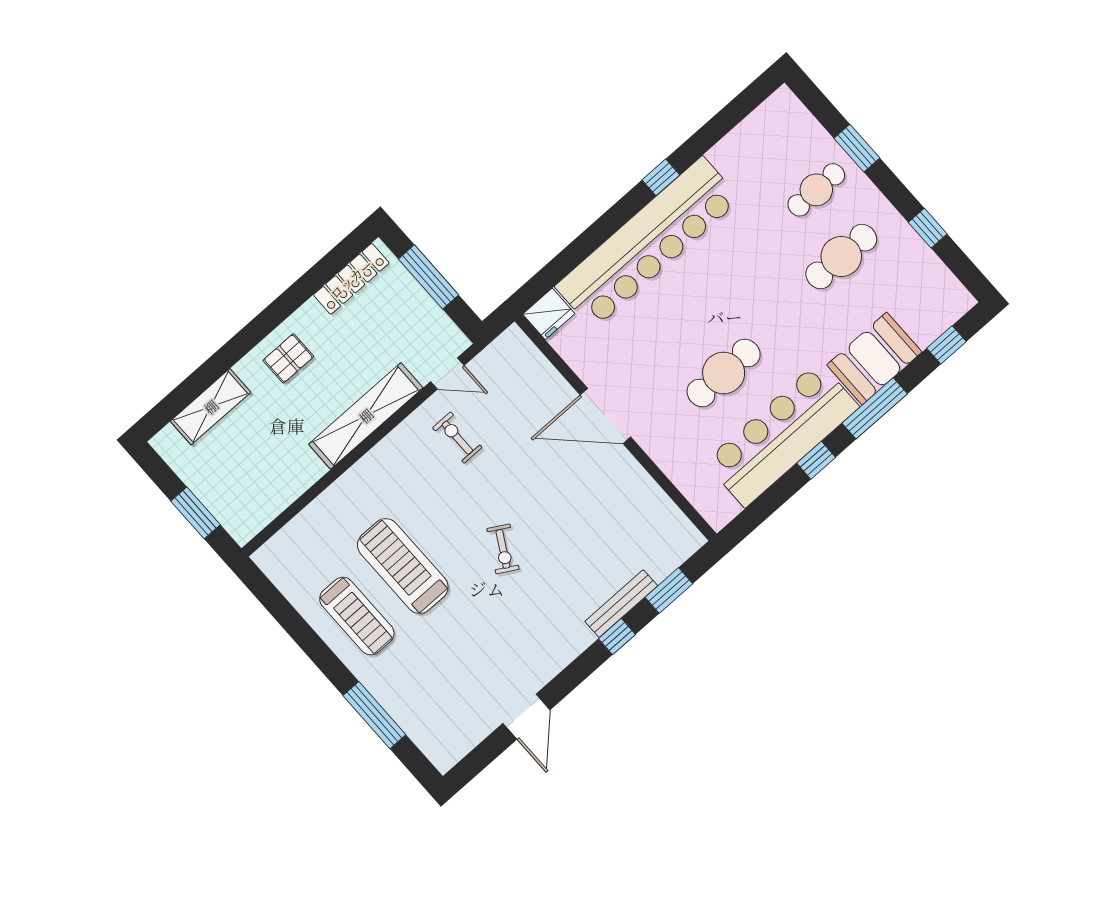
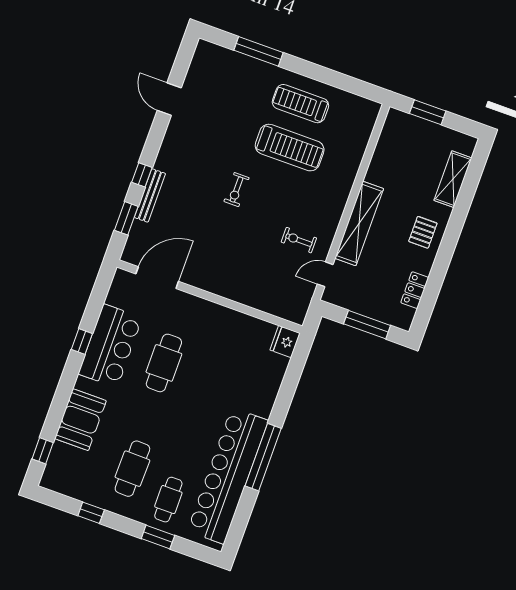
window: (661, 177) -> (263, 457), width x3.17
bar counter: (648, 243) -> (228, 476), moved
locker: (351, 279) -> (415, 290), width x0.66
window: (875, 408) -> (64, 391), removed
door: (605, 416) -> (157, 278), moved
bar counter: (782, 434) -> (110, 346), width x0.73
exercise bike: (457, 438) -> (299, 240), turned 180
exercise bike: (503, 549) -> (237, 190), turned -120

